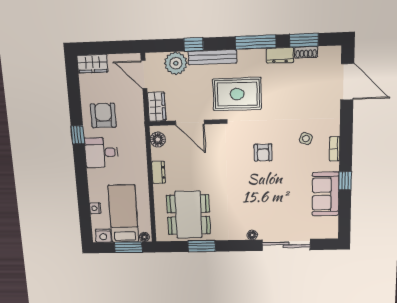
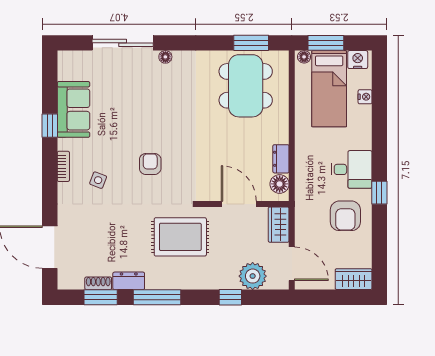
bench: (212, 57) -> (209, 282), removed
dresser: (159, 172) -> (281, 159), moved
window: (202, 246) -> (251, 43), moved

